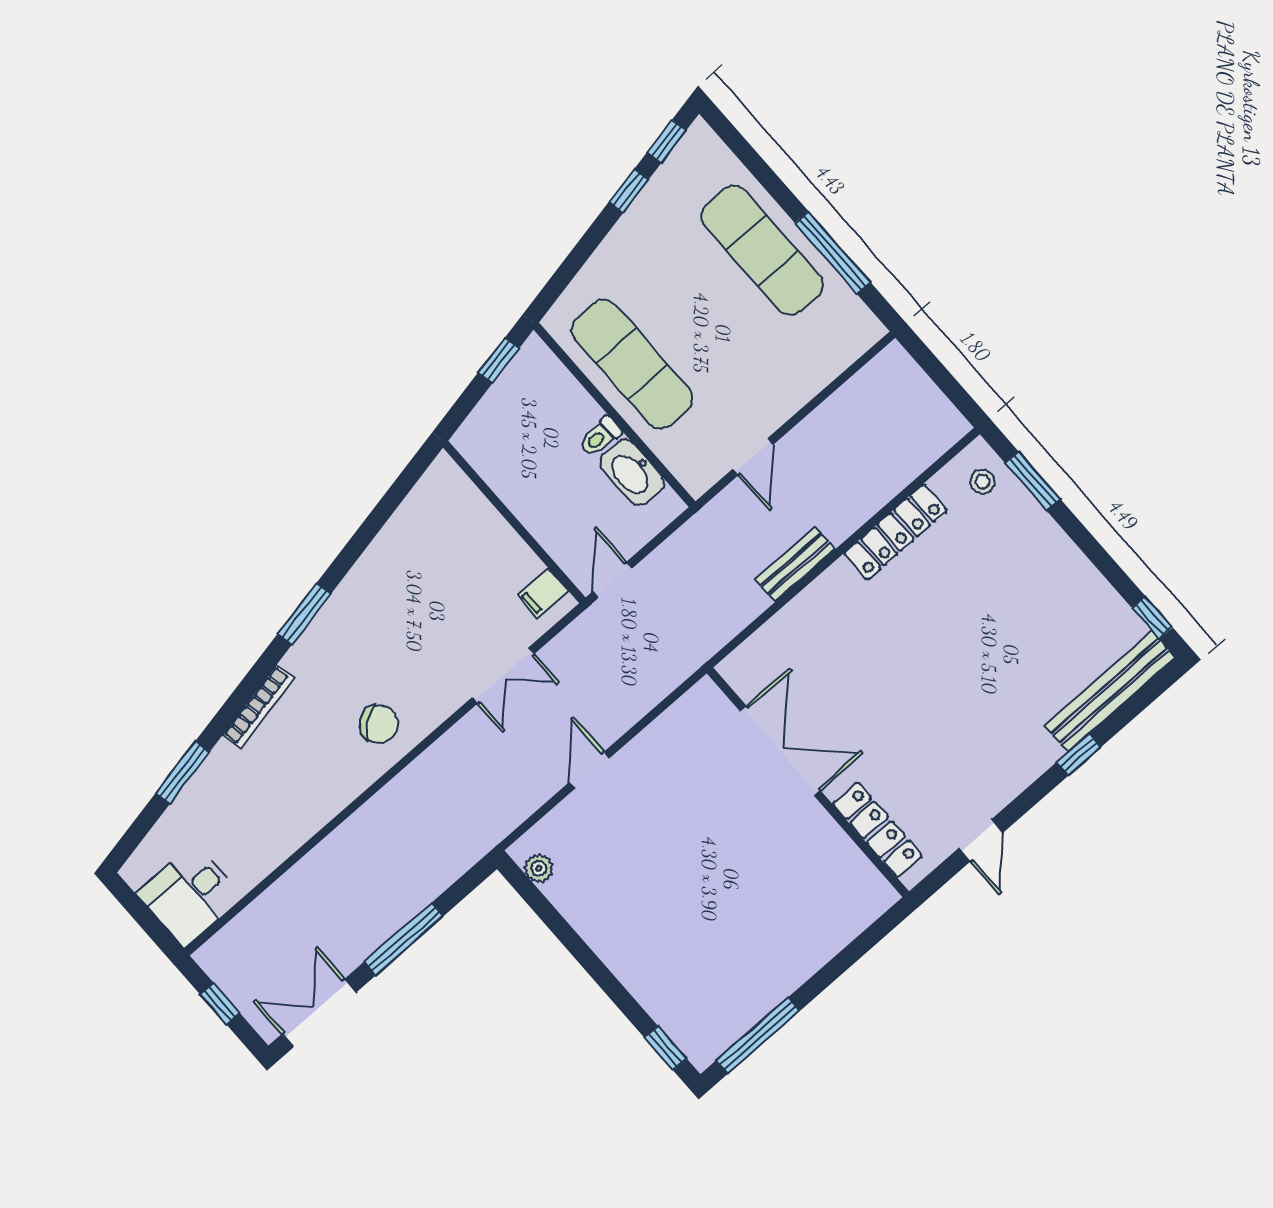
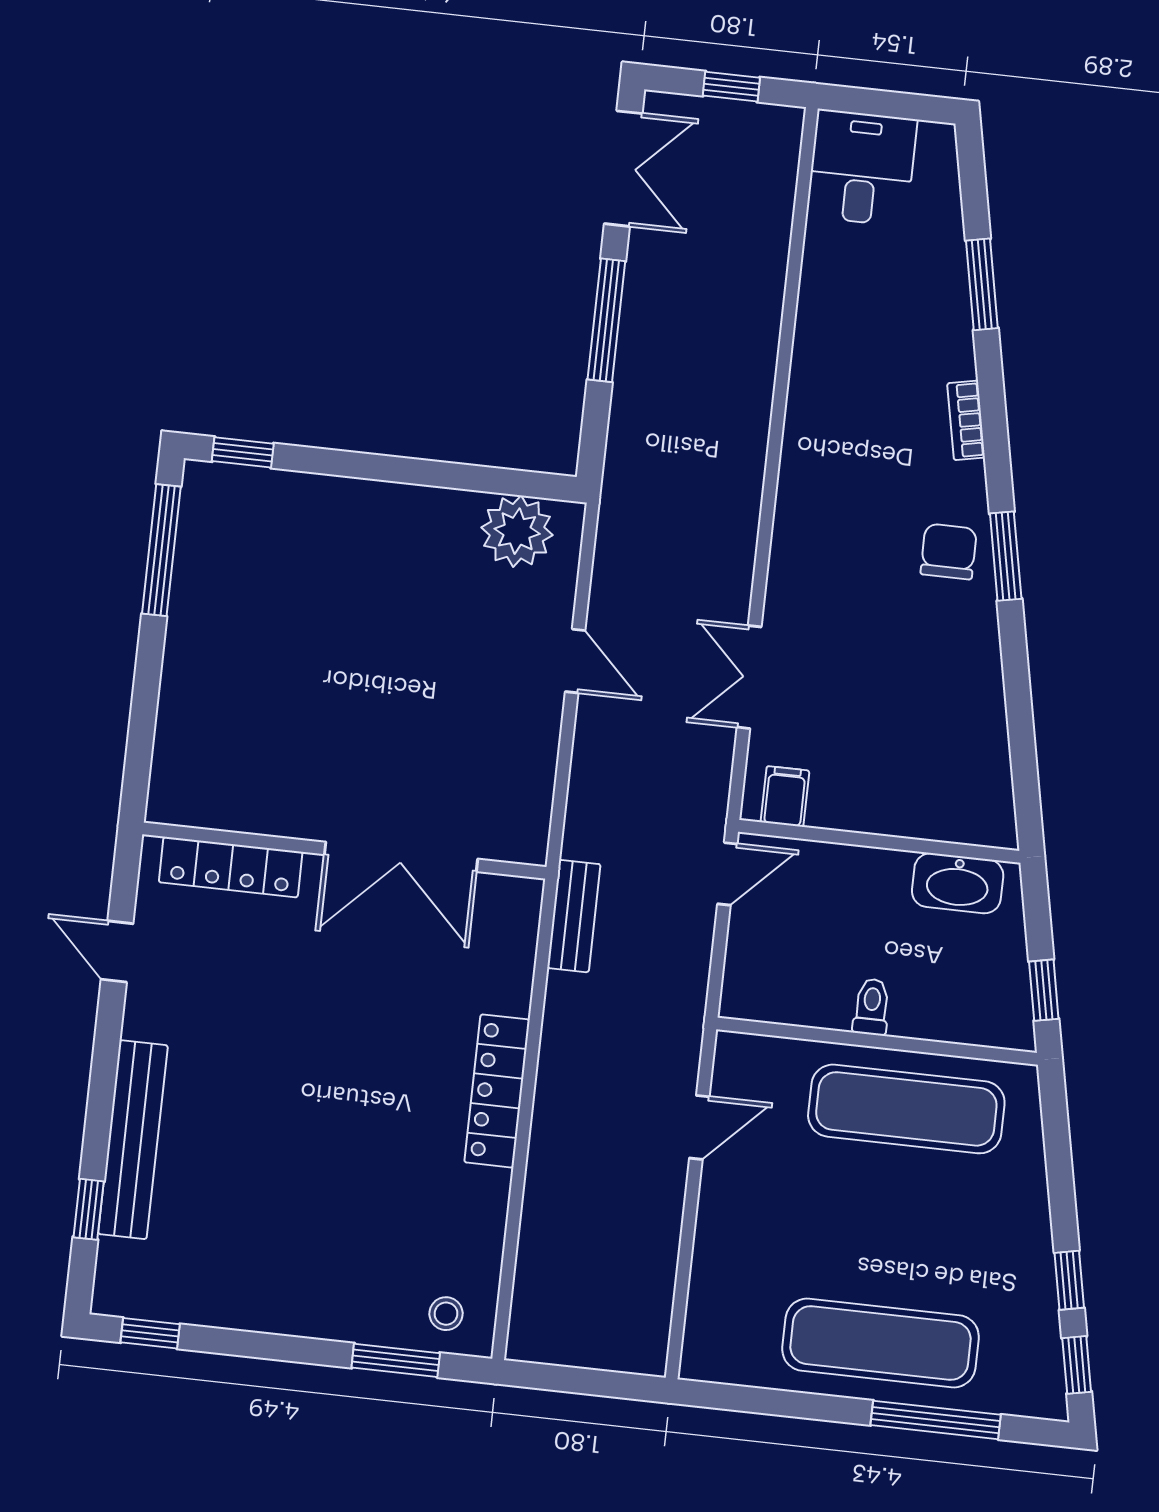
window: (833, 253) -> (936, 1420), moved
door: (753, 457) -> (699, 1127), swing flipped
washbasin: (632, 472) -> (958, 883), moved, turned 180
locker: (896, 532) -> (497, 1091), moved
bench: (795, 564) -> (574, 916), moved
door: (612, 580) -> (727, 874), hinge flipped
bench: (1110, 692) -> (133, 1140), moved
bookcase: (258, 707) -> (966, 420), width x0.64
chair: (379, 724) -> (949, 552), moved, turned 127
window: (1079, 755) -> (89, 1209), moved
plant: (539, 868) -> (517, 531), width x1.88, depth x1.88

